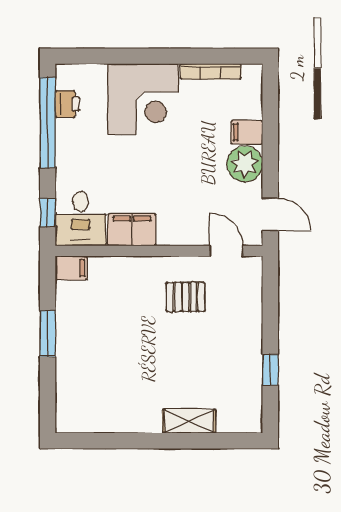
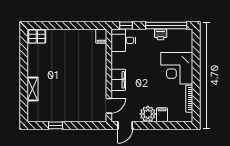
printer: (67, 104) -> (161, 34), moved
filing cabinet: (132, 230) -> (118, 80), moved
pallet: (186, 297) -> (37, 37), moved, turned 90
window: (48, 334) -> (72, 26), removed

